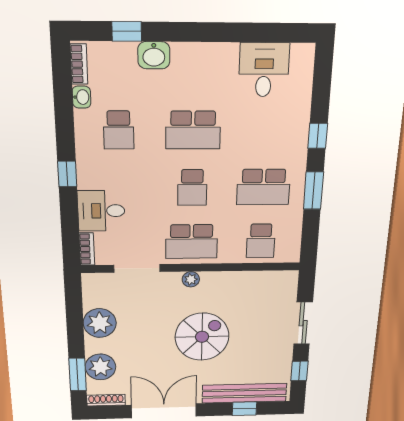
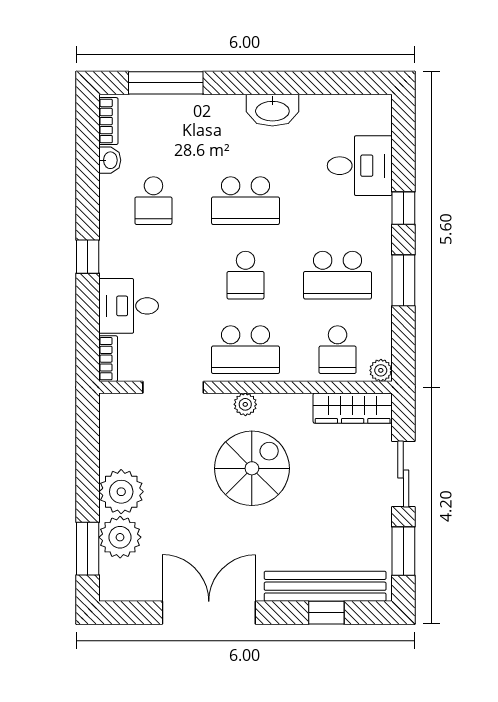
window: (127, 31) -> (166, 83), width x2.17
washbasin: (154, 55) -> (272, 110), moved, width x1.38
desk: (264, 70) -> (360, 166), moved, turned 90
plant: (292, 255) -> (381, 370), added
wardrobe: (270, 281) -> (353, 408), added
plant: (100, 323) -> (121, 492), moved
spiral stairs: (202, 337) -> (252, 468), moved
window: (299, 371) -> (403, 551), width x1.50
shoe rack: (106, 400) -> (126, 592), removed

